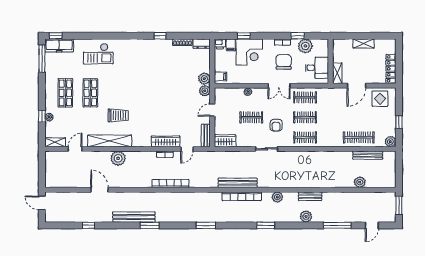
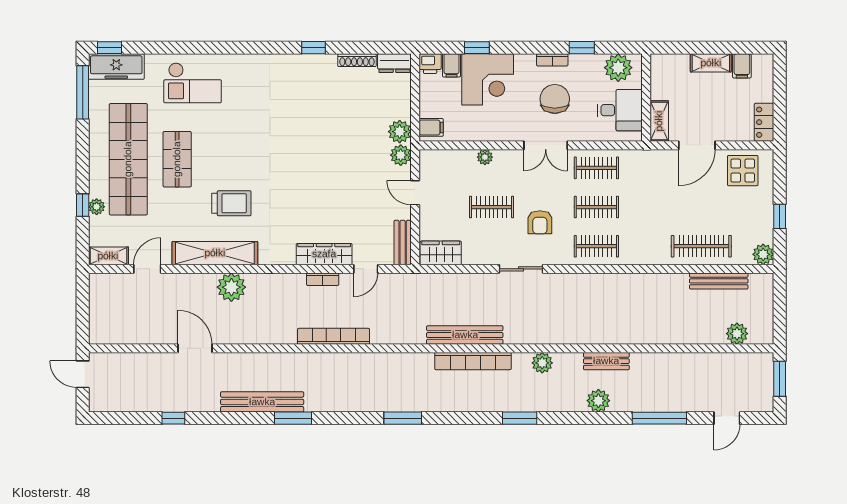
filing cabinet: (380, 45) -> (742, 66), added
plant: (305, 46) -> (618, 68), moved
locker: (391, 69) -> (764, 122), width x0.66
shop shelf: (65, 93) -> (128, 159), width x2.00, depth x1.36
door: (212, 110) -> (415, 193), hinge flipped
plant: (360, 182) -> (737, 334), moved

